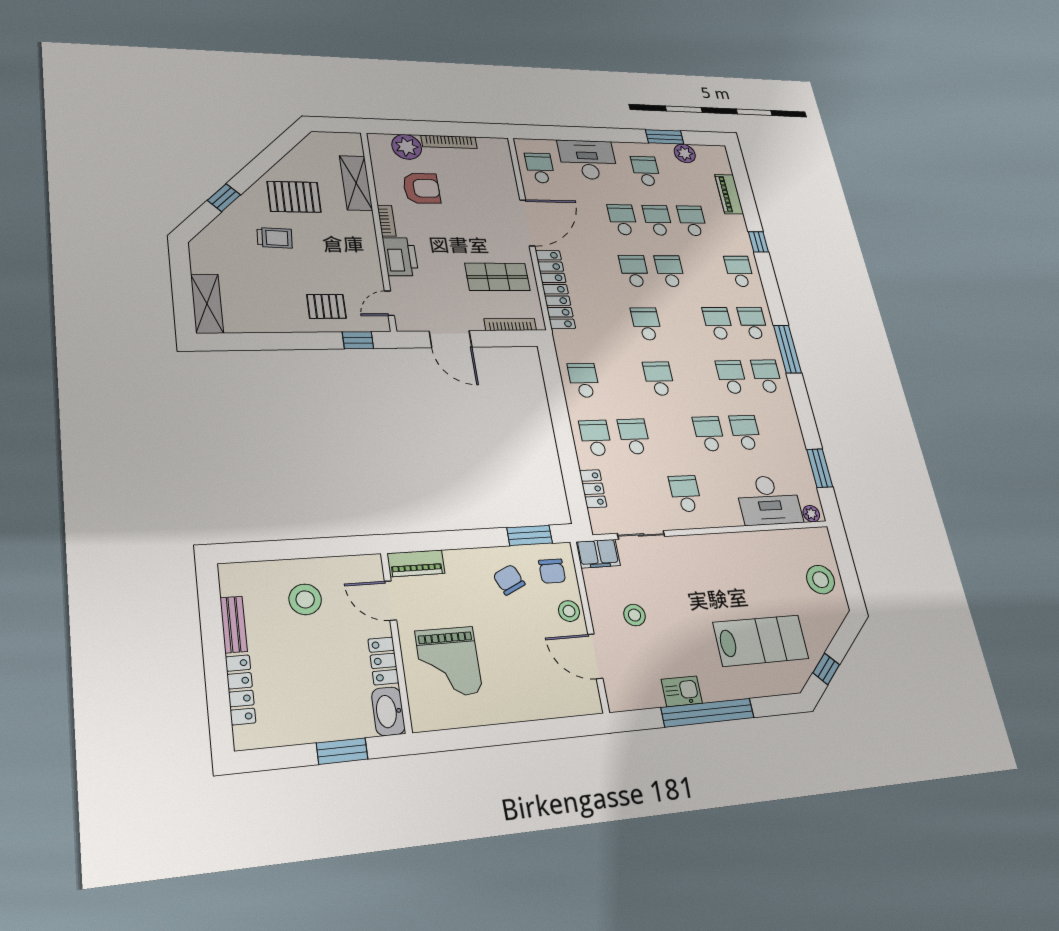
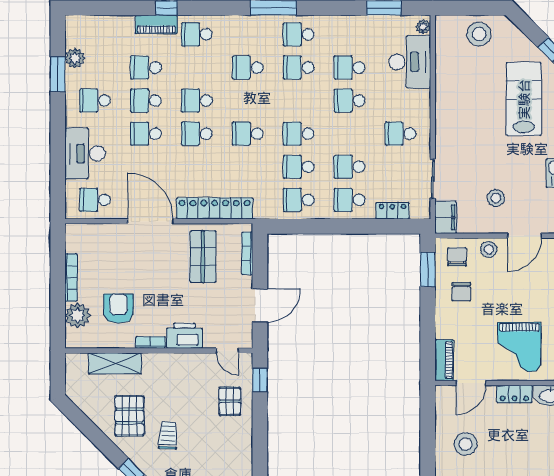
piano: (729, 194) -> (156, 24), moved
school desk: (753, 323) -> (299, 167), moved
chair: (552, 571) -> (457, 257), turned -90
chair: (509, 580) -> (461, 292), turned -65
grand piano: (449, 662) -> (519, 347), turned 90

